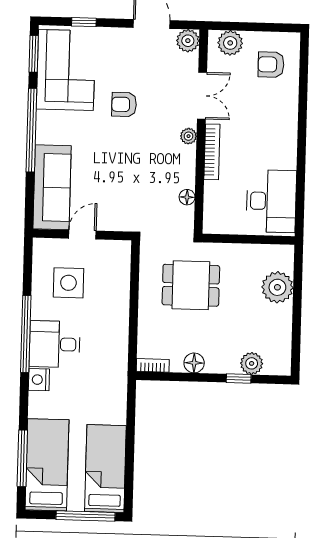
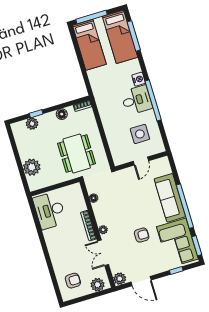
sofa: (52, 187) -> (170, 198), moved
dining table: (191, 285) -> (77, 154), width x1.38

